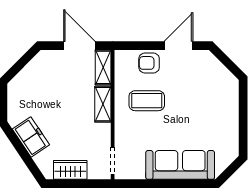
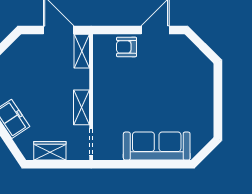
coffee table: (147, 101) -> (124, 84), removed
shelving: (103, 104) -> (82, 107), moved

